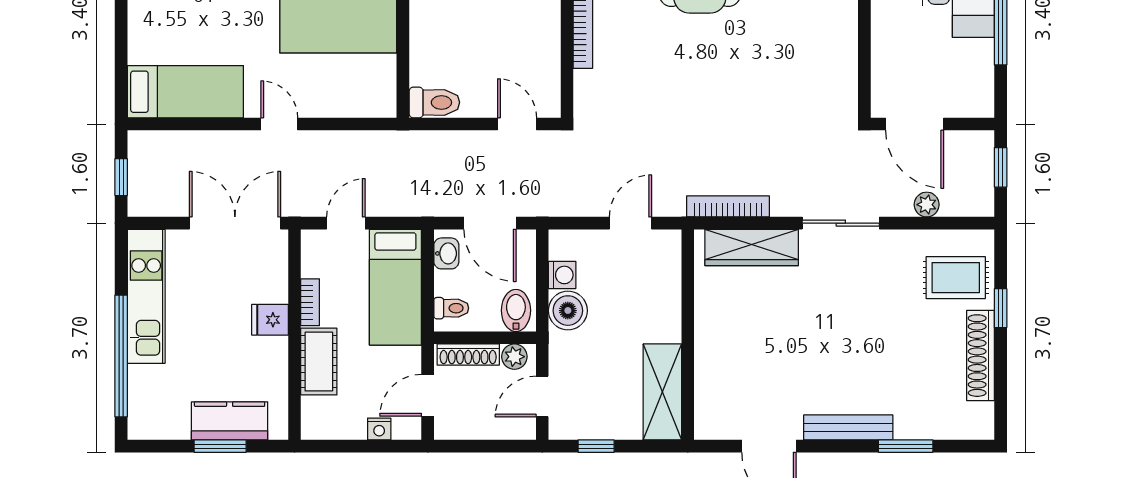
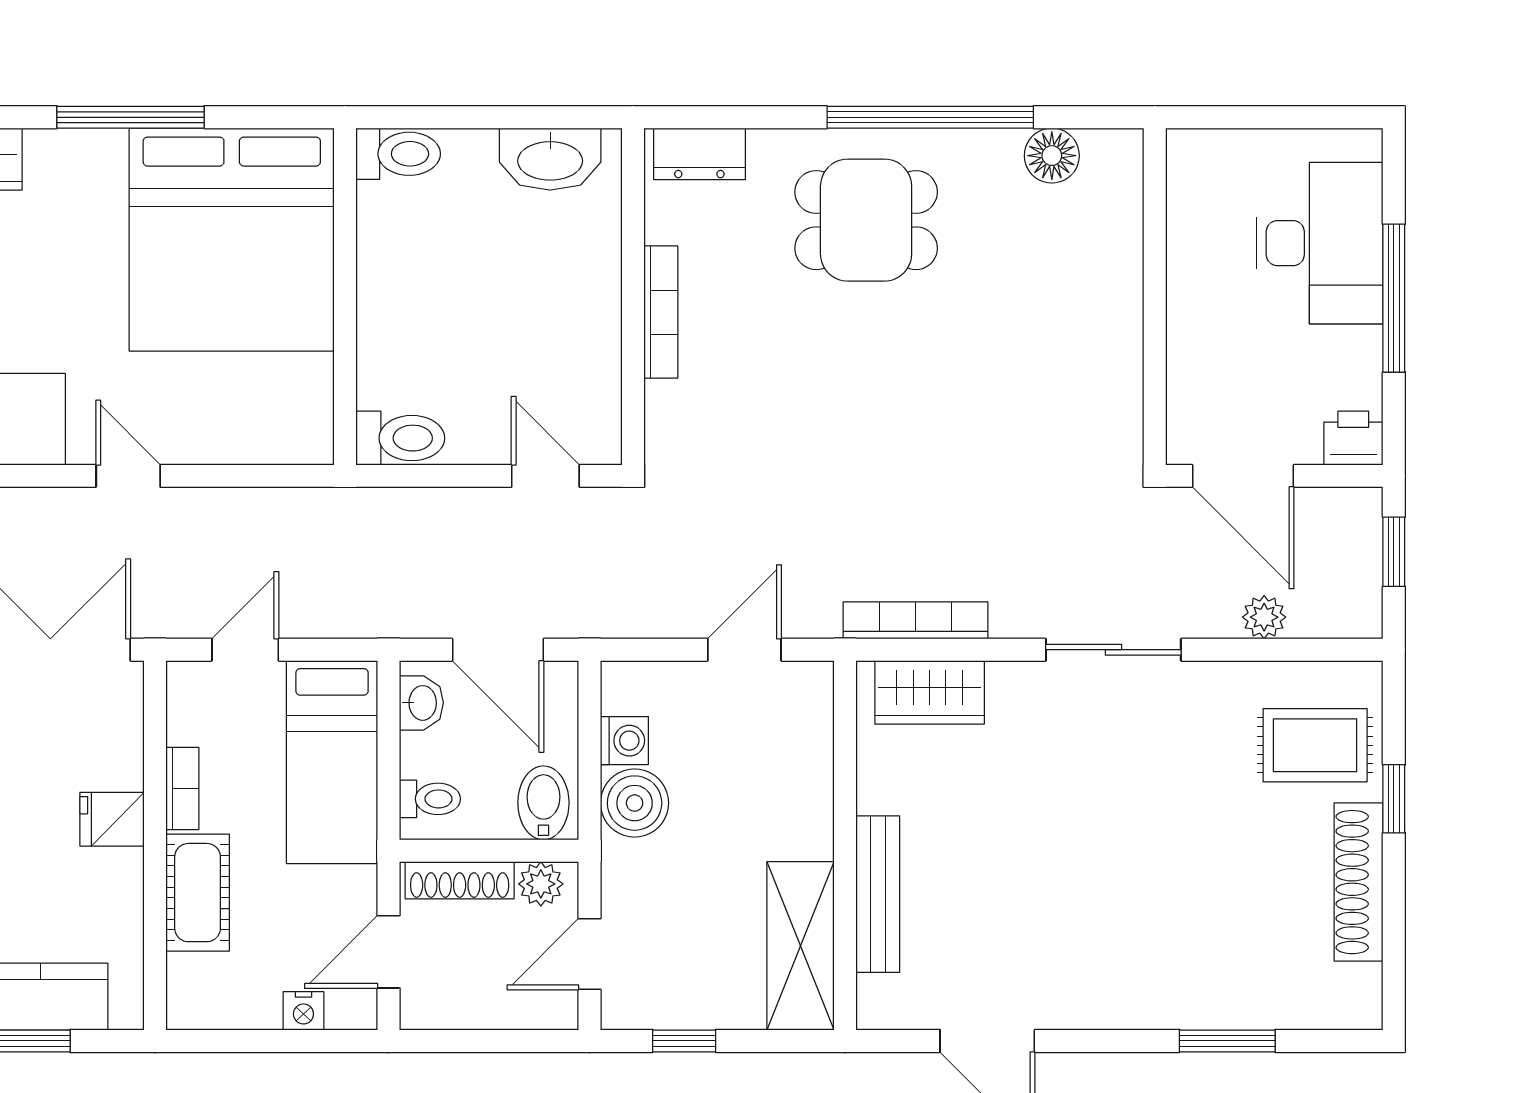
printer: (978, 103) -> (1353, 438), added
wardrobe: (752, 247) -> (930, 692), width x0.67
bench: (848, 427) -> (878, 894), moved, turned 90

